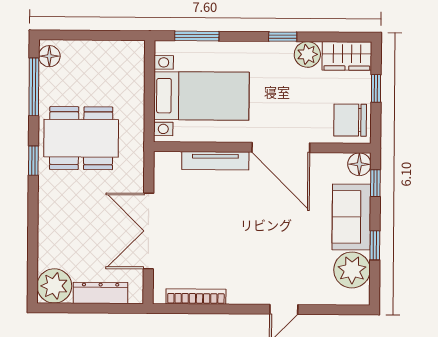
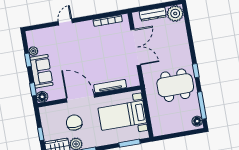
chair: (350, 120) -> (74, 123), moved, turned -90
plant: (352, 270) -> (33, 51), width x0.53, depth x0.53

